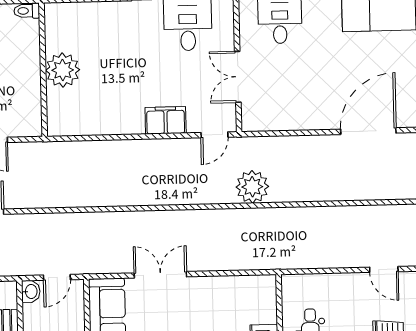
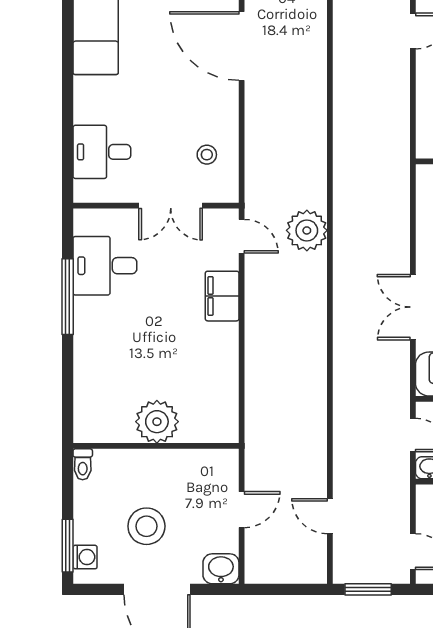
stool: (280, 105) -> (207, 155), added
plant: (252, 187) -> (307, 230), moved

